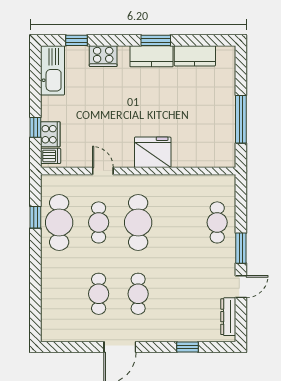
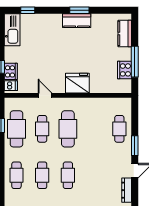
cooker: (103, 56) -> (125, 70), moved, turned 90
kitchen counter: (195, 56) -> (125, 33), moved, turned 90
cafe table: (59, 294) -> (16, 175), added

